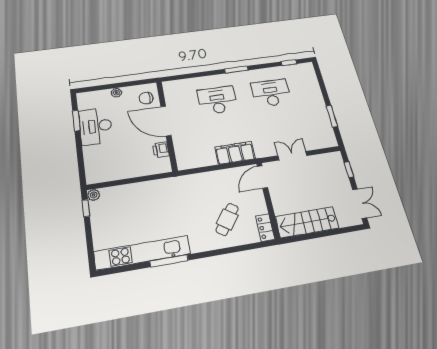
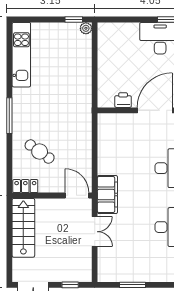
filing cabinet: (235, 153) -> (107, 195), moved
kitchen unit: (142, 253) -> (21, 55), width x0.73
window: (169, 261) -> (9, 116), moved

